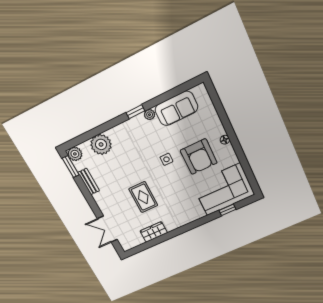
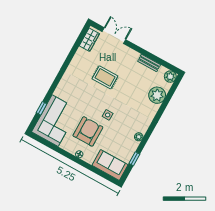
sofa: (176, 108) -> (110, 165), moved, turned 90
window: (135, 112) -> (134, 159), moved
armchair: (199, 157) -> (88, 131), turned 90
window: (71, 167) -> (168, 65), removed
wardrobe: (154, 232) -> (89, 40), moved

